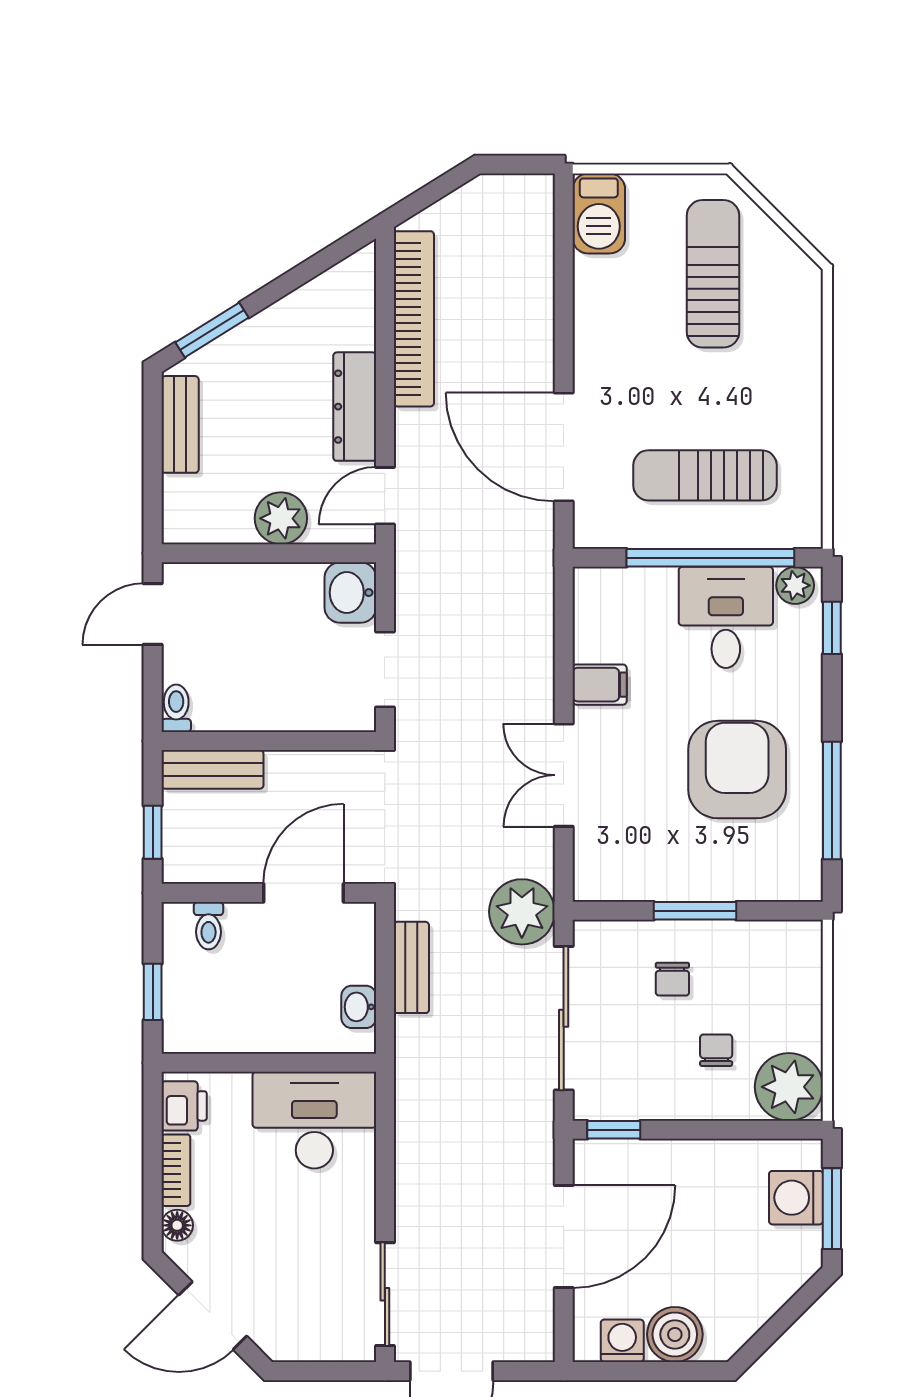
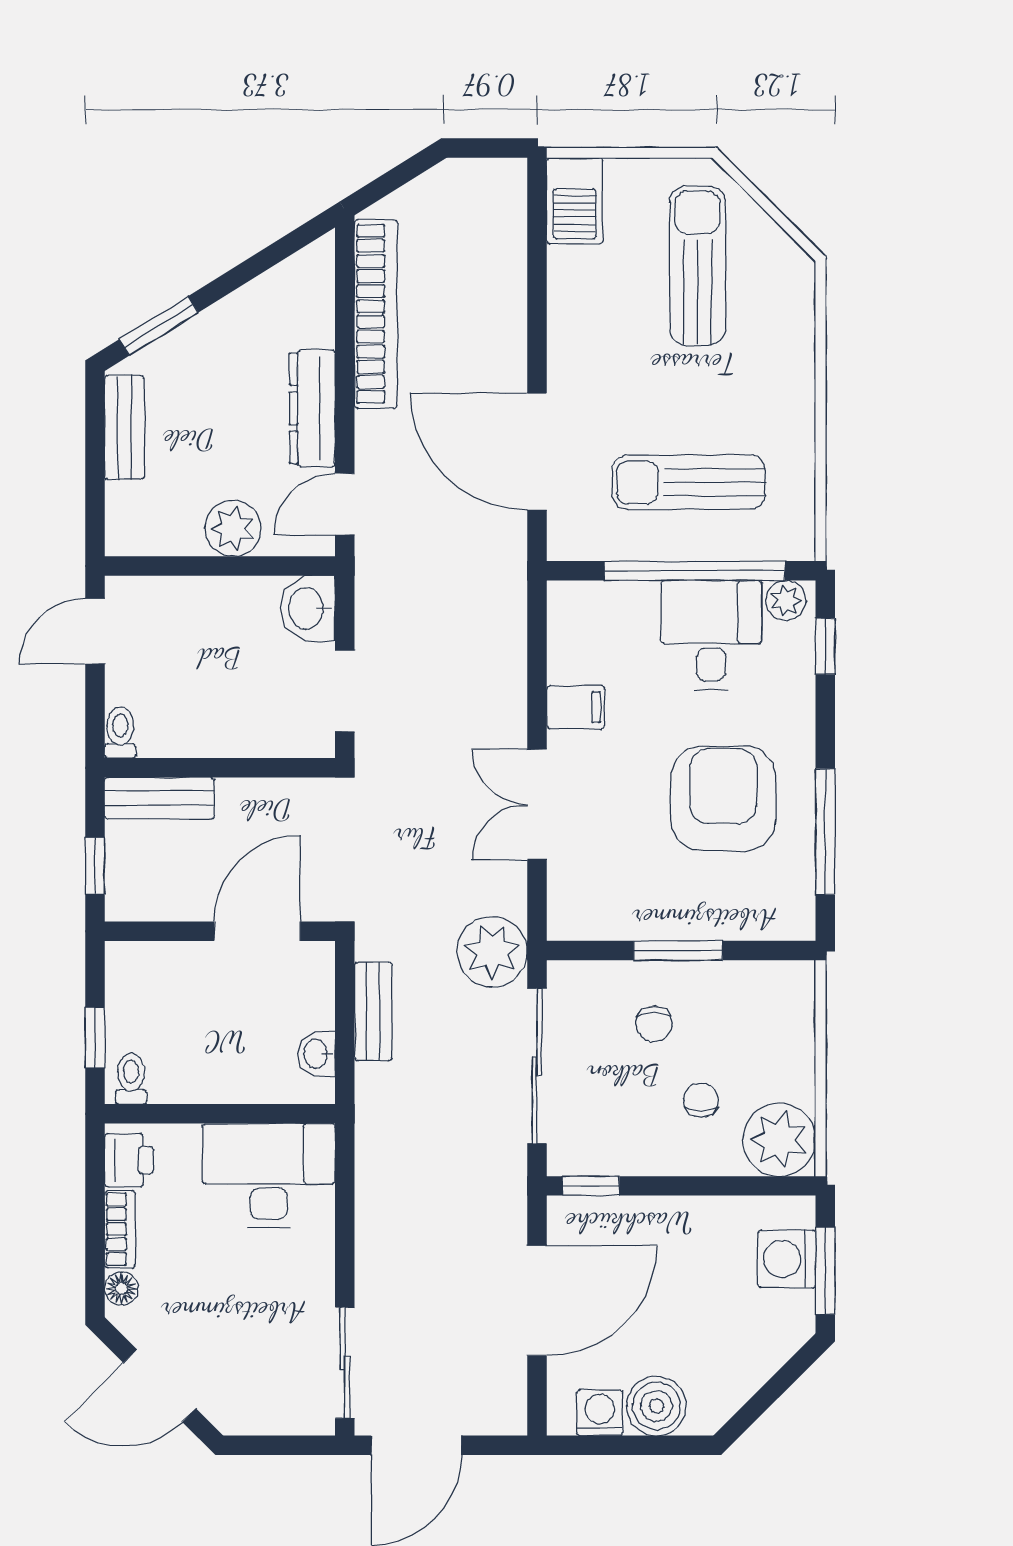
toilet: (209, 926) -> (131, 1079), moved, turned 180

